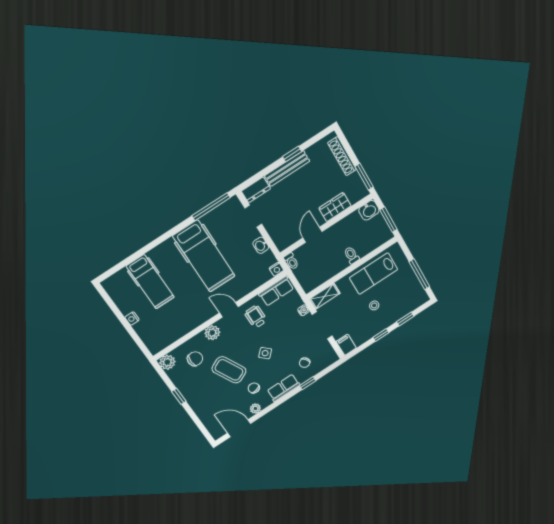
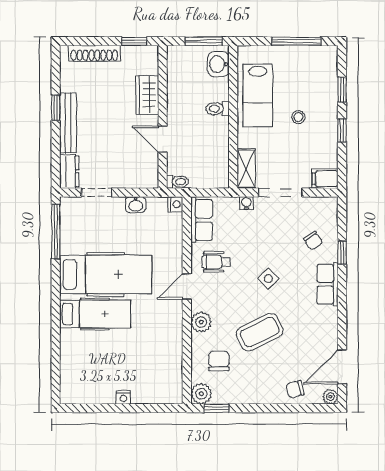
window: (364, 177) -> (134, 41), width x0.67
washbasin: (369, 210) -> (218, 64), moved, turned 180
hospital bed: (150, 282) -> (95, 314), moved
chair: (254, 388) -> (295, 389), moved
window: (179, 396) -> (216, 408), moved
plant: (255, 409) -> (330, 397), moved

